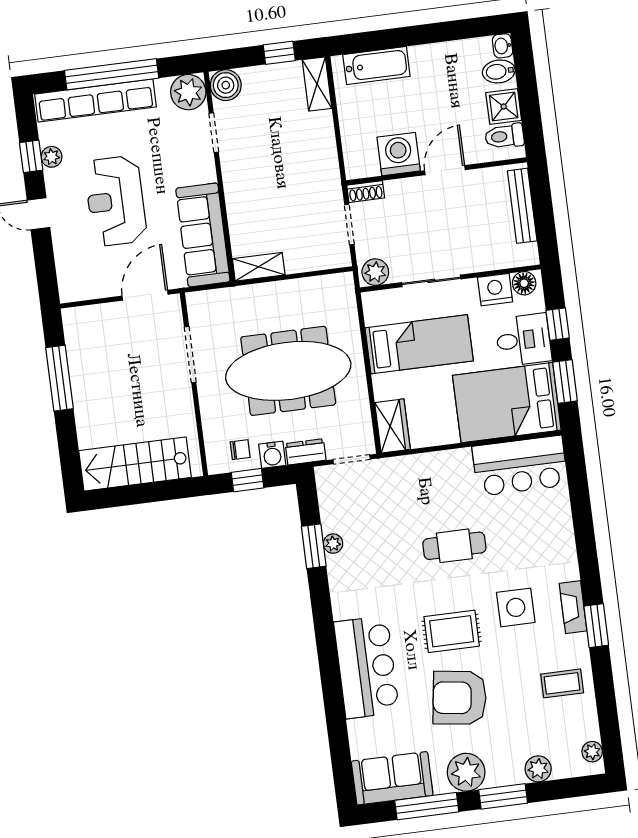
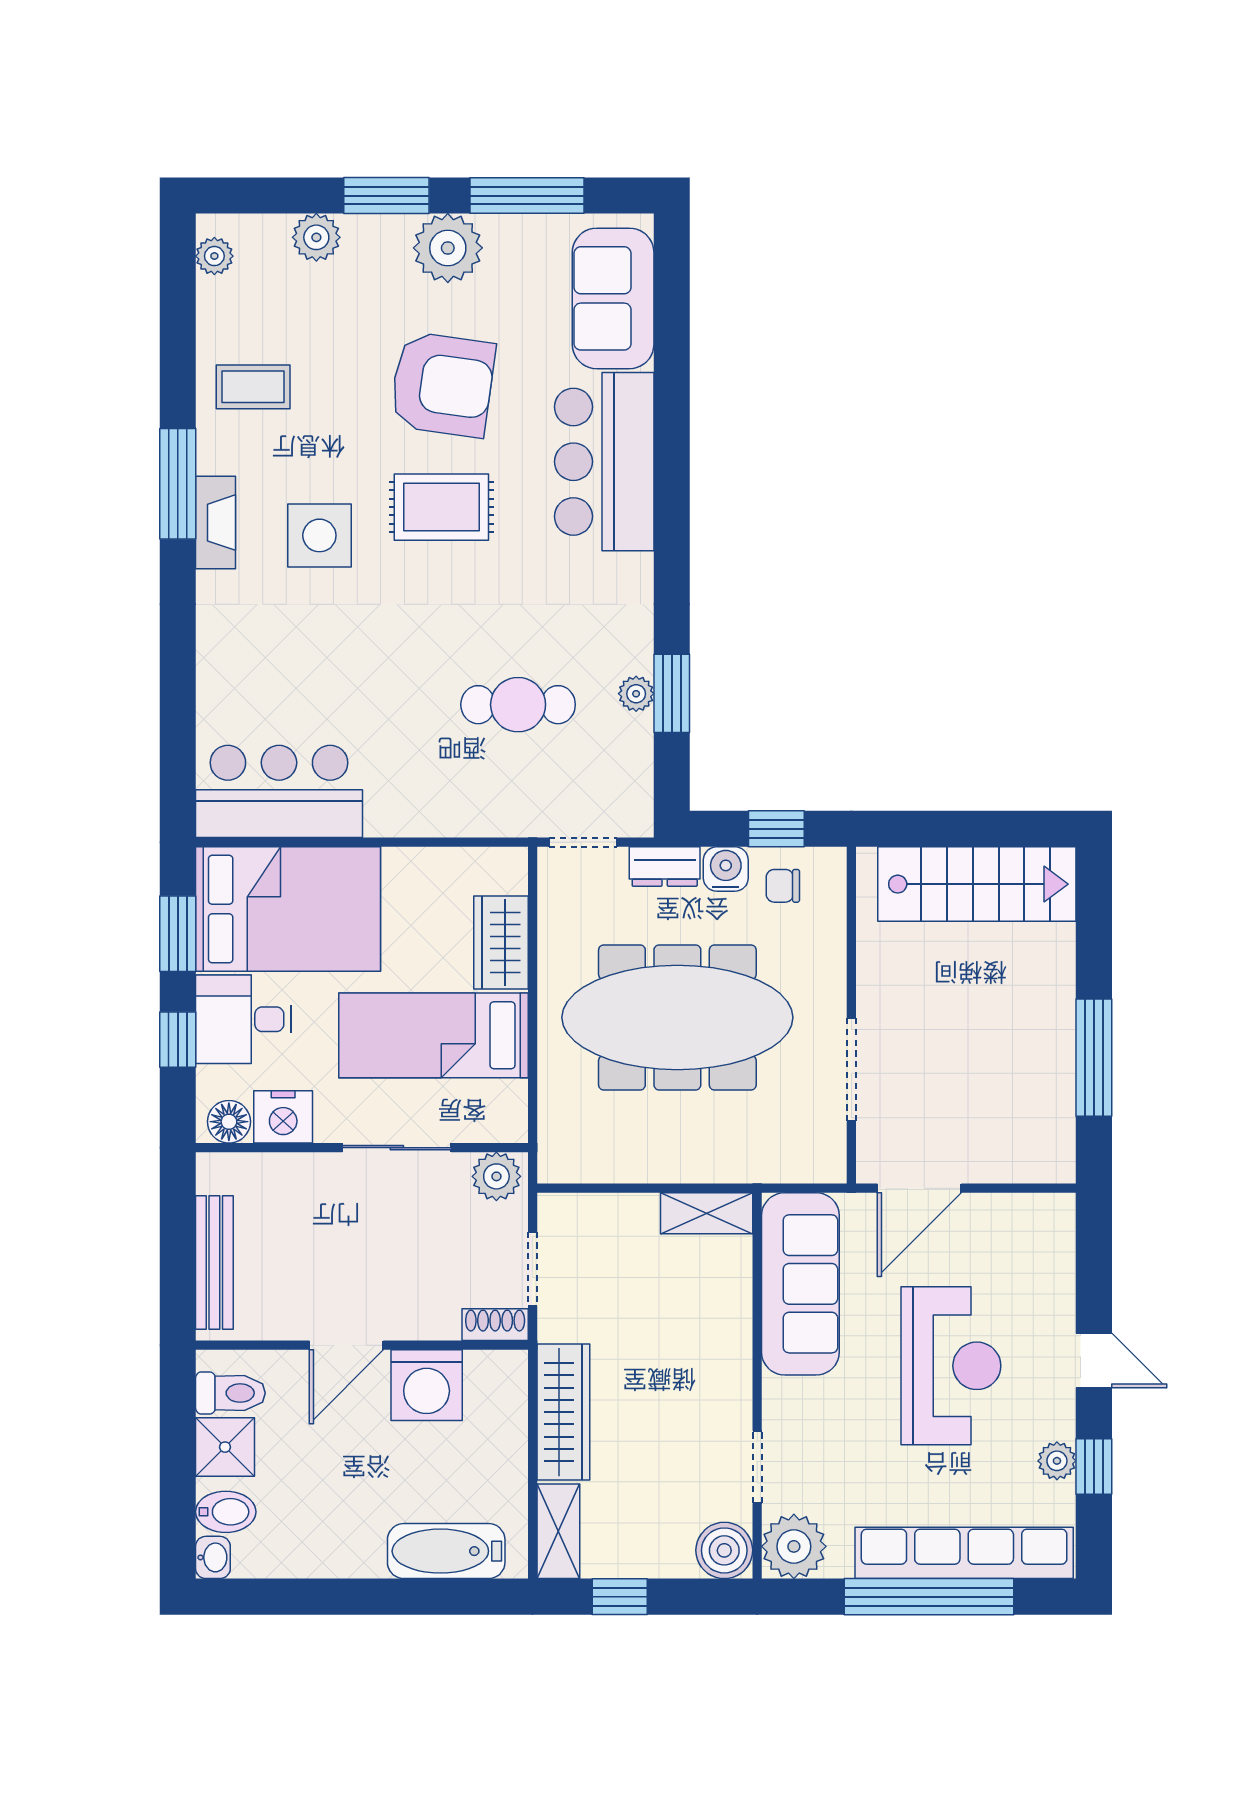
wardrobe: (323, 149) -> (563, 1412), added
wardrobe: (392, 426) -> (501, 943), moved
cafe table: (454, 546) -> (518, 705), moved
window: (596, 626) -> (178, 484), width x1.44
sofa: (392, 778) -> (613, 298), moved, turned 90

